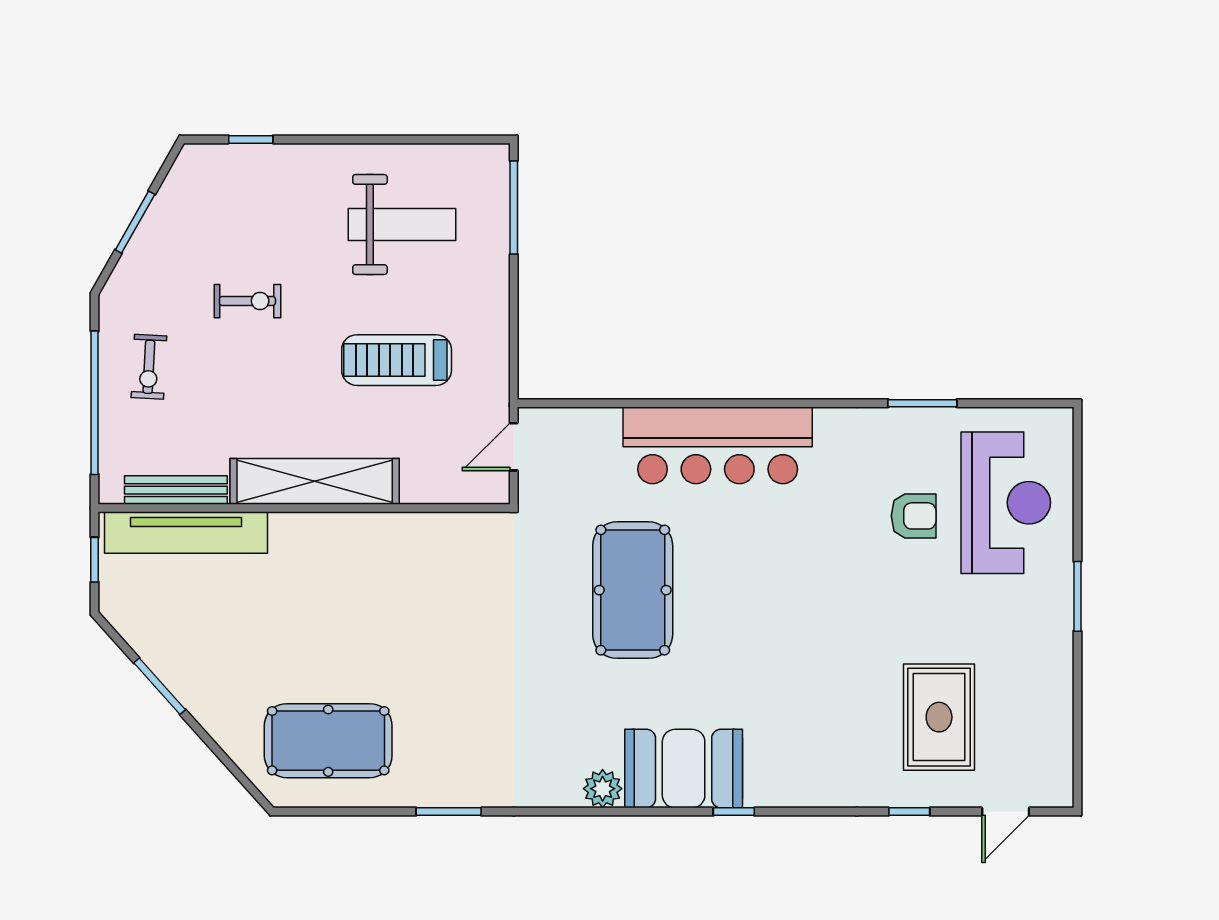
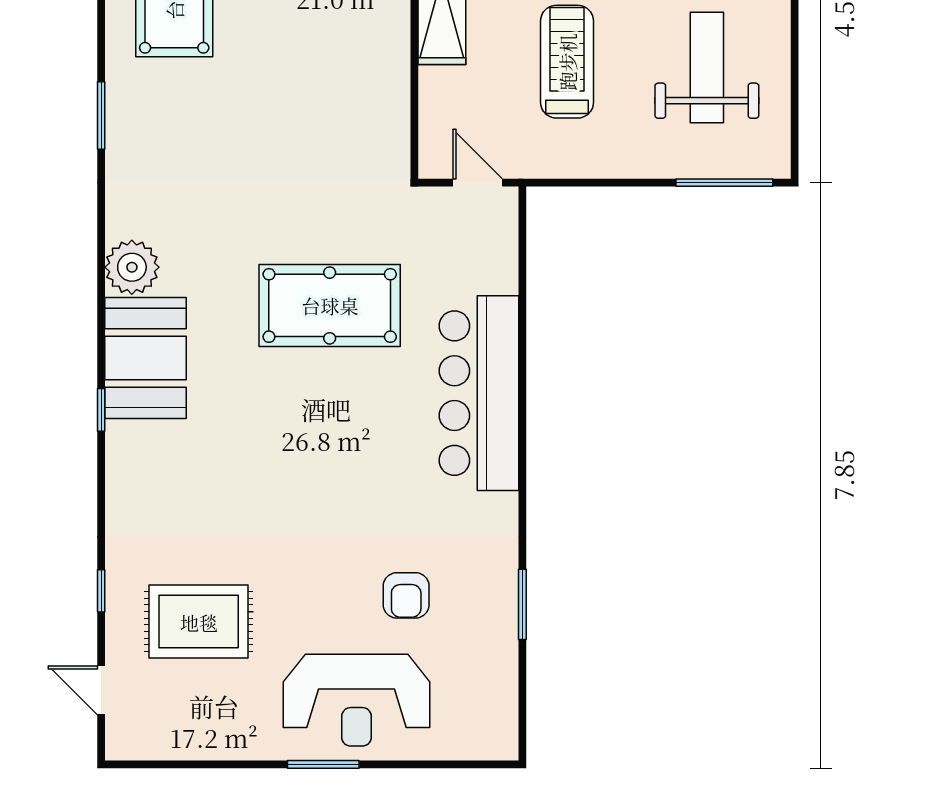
weight bench: (402, 225) -> (707, 67), turned 180
reception desk: (1006, 503) -> (357, 700), moved
plant: (603, 789) -> (132, 267), width x1.36, depth x1.36

